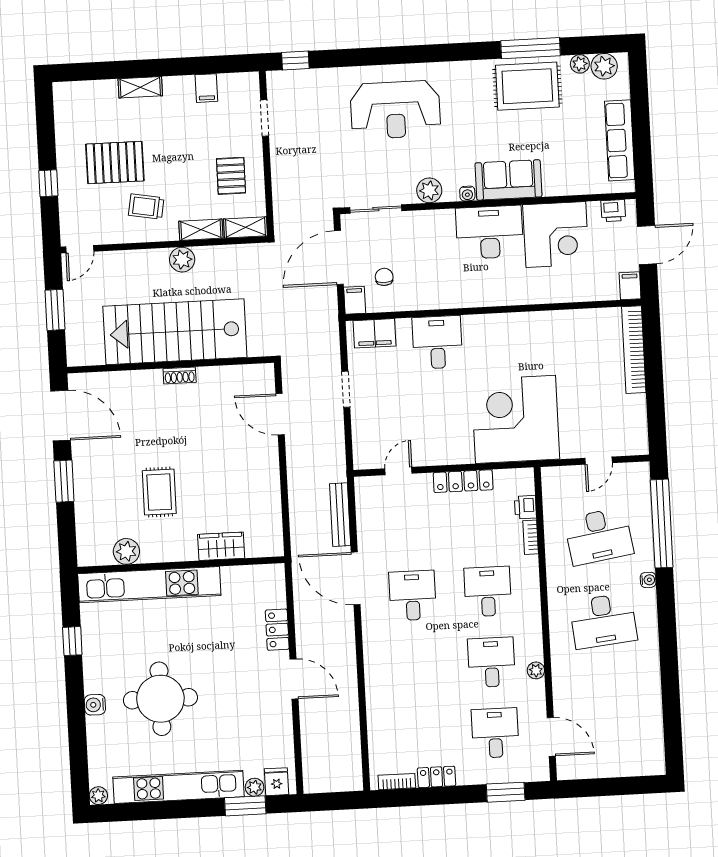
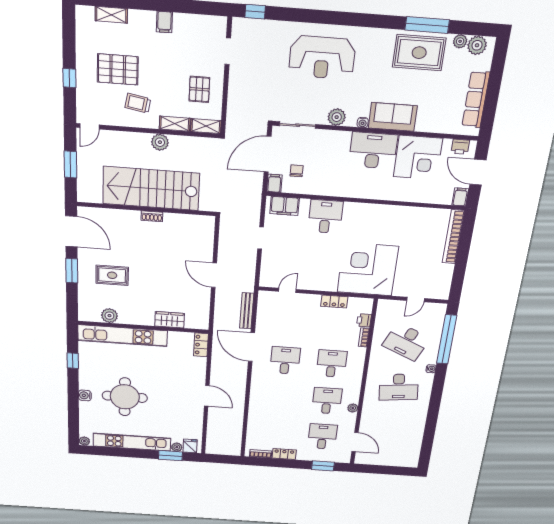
shelving: (140, 87) -> (111, 15), moved
filing cabinet: (206, 88) -> (164, 22), moved
door: (647, 245) -> (478, 172), swing flipped
door: (280, 414) -> (214, 275), moved
locker: (463, 481) -> (334, 302), width x0.66
rug: (159, 492) -> (112, 275), moved, turned 90
desk: (599, 536) -> (406, 342), turned 33
locker: (277, 630) -> (201, 345), moved

